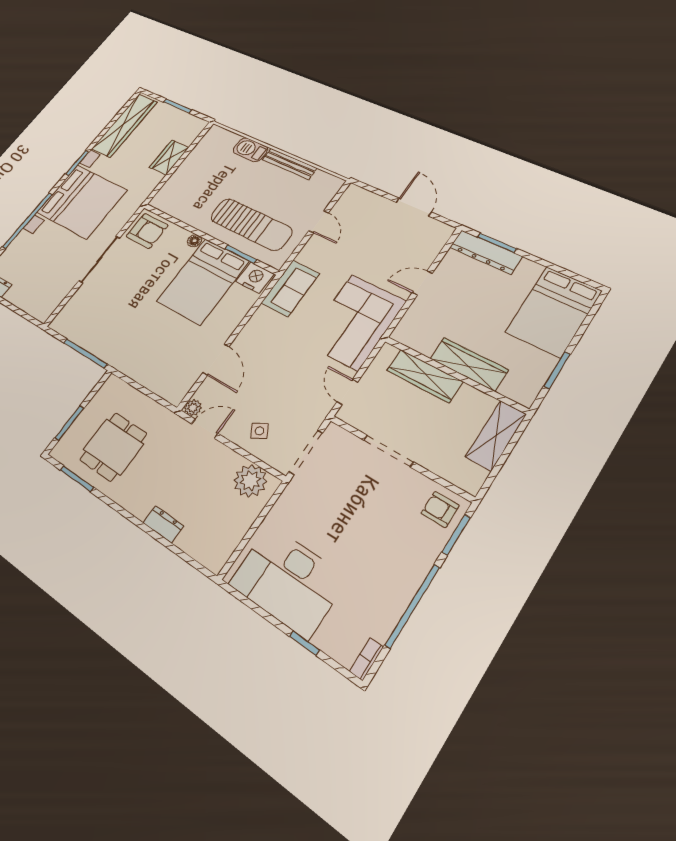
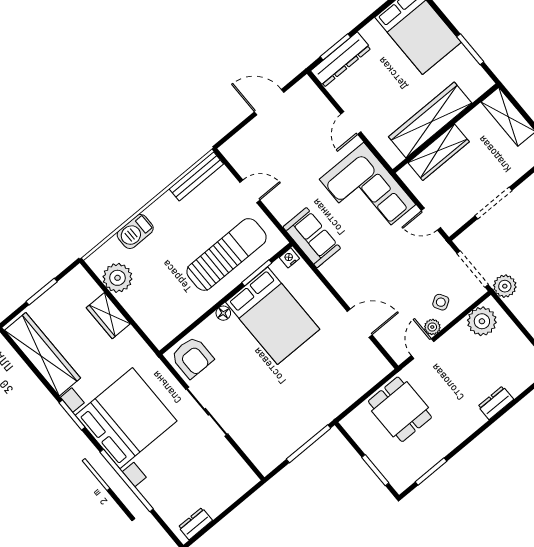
plant: (205, 152) -> (118, 278), added
bench: (290, 164) -> (196, 176), moved
armchair: (147, 231) -> (192, 357), turned 90
nightstand: (255, 278) -> (289, 258), width x0.53, depth x0.56
wardrobe: (469, 364) -> (430, 120), width x1.40, depth x1.17
plant: (193, 408) -> (432, 327), moved
dining table: (113, 447) -> (400, 409), moved
plant: (297, 493) -> (505, 286), added

